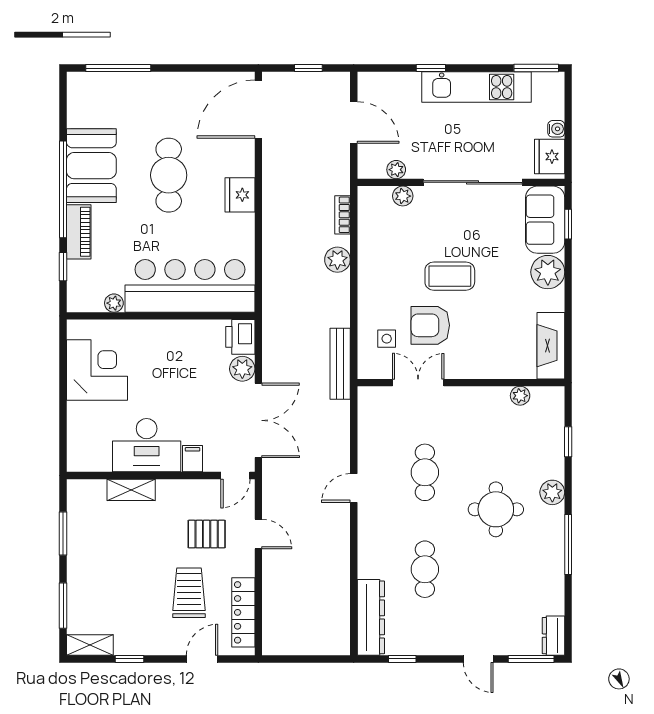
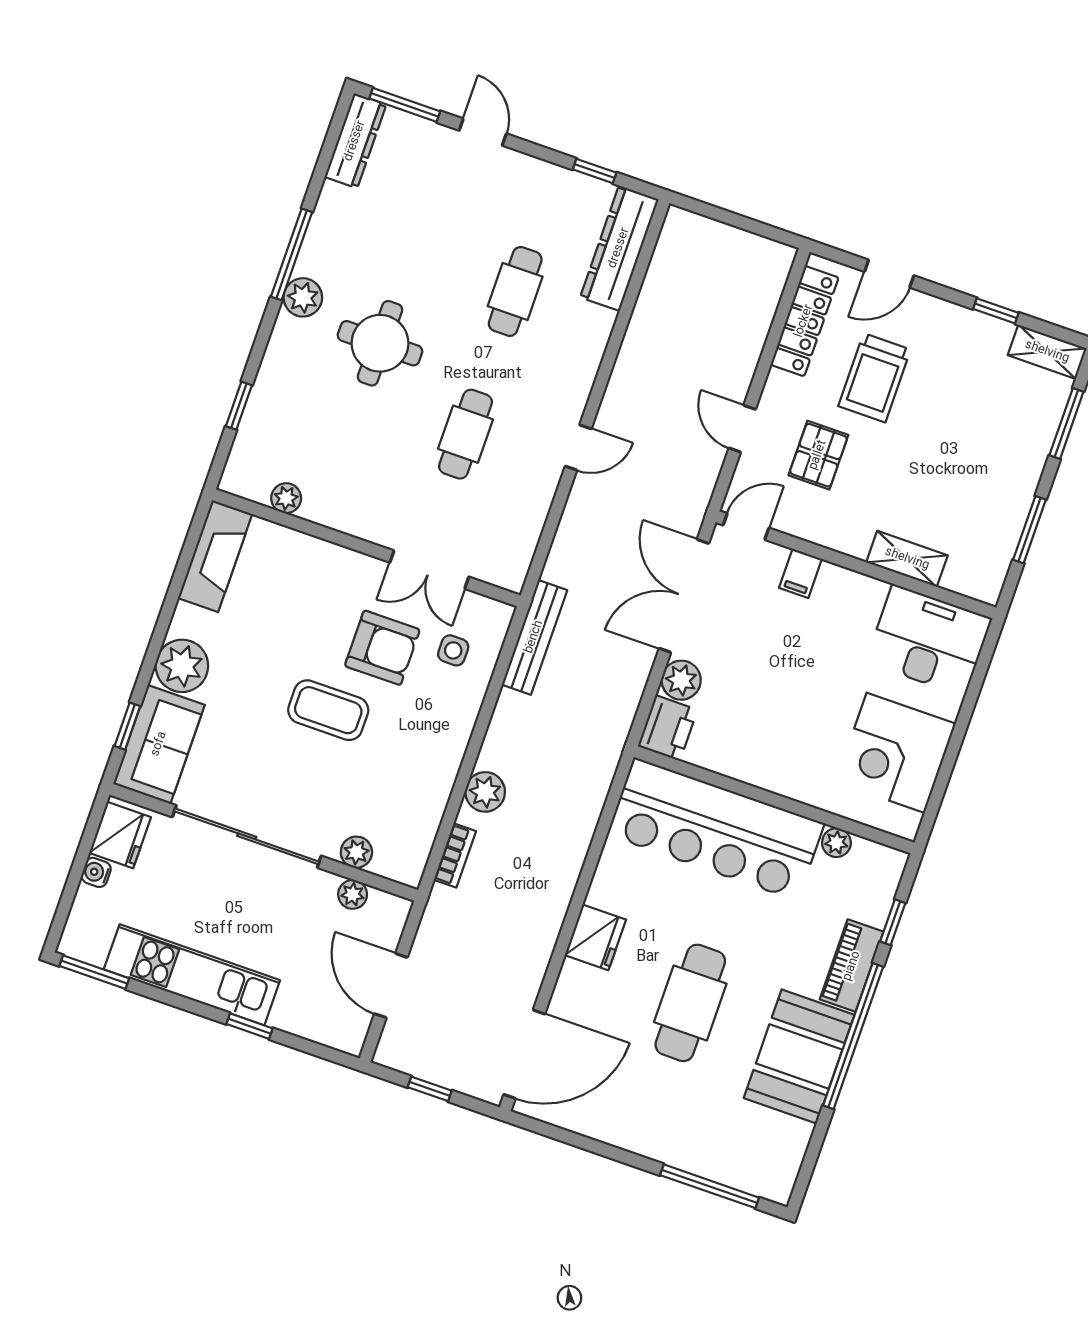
desk: (147, 445) -> (929, 640), moved
plant: (552, 492) -> (303, 297), moved
pallet: (207, 534) -> (818, 455), turned 90
dresser: (553, 636) -> (355, 141), width x1.44

